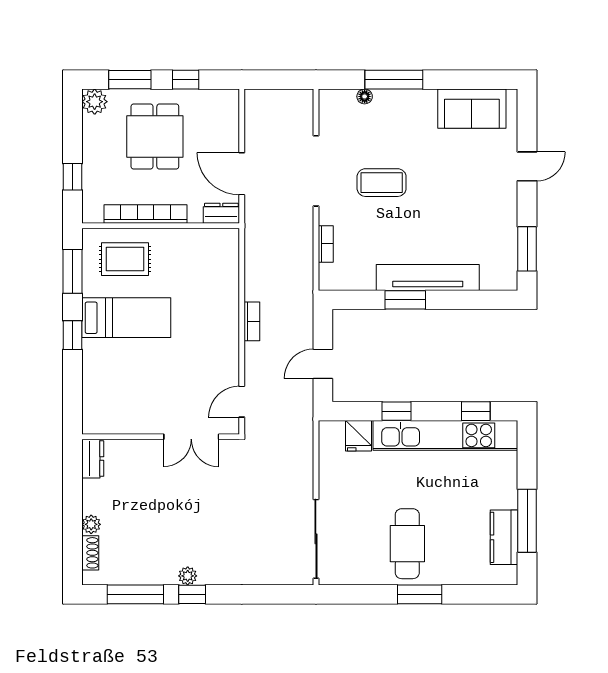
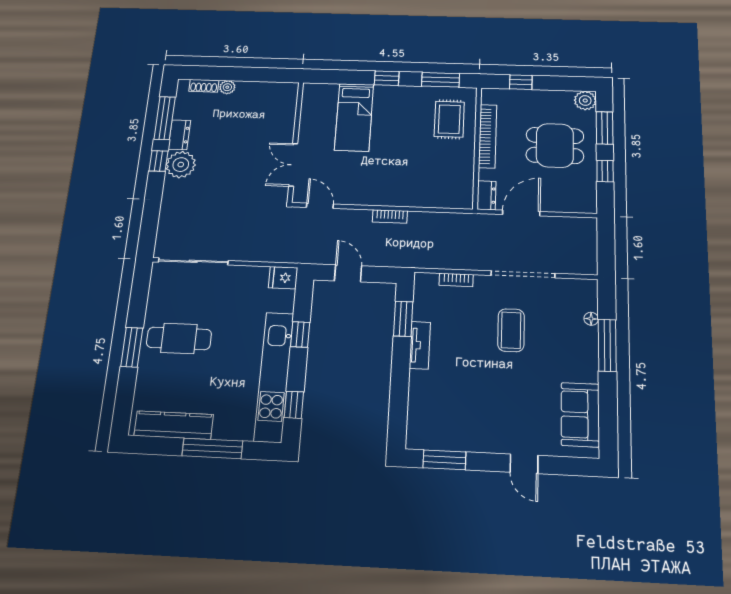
tv unit: (428, 277) -> (420, 345), width x0.52, depth x0.78
window: (405, 300) -> (403, 319), moved
bed: (126, 318) -> (354, 117), moved
fridge: (358, 436) -> (283, 278), moved
dresser: (93, 459) -> (179, 135), moved, turned -90
window: (527, 521) -> (212, 448), moved
kitchen counter: (504, 537) -> (174, 425), width x1.50
plant: (188, 576) -> (181, 165), width x1.87, depth x1.87

